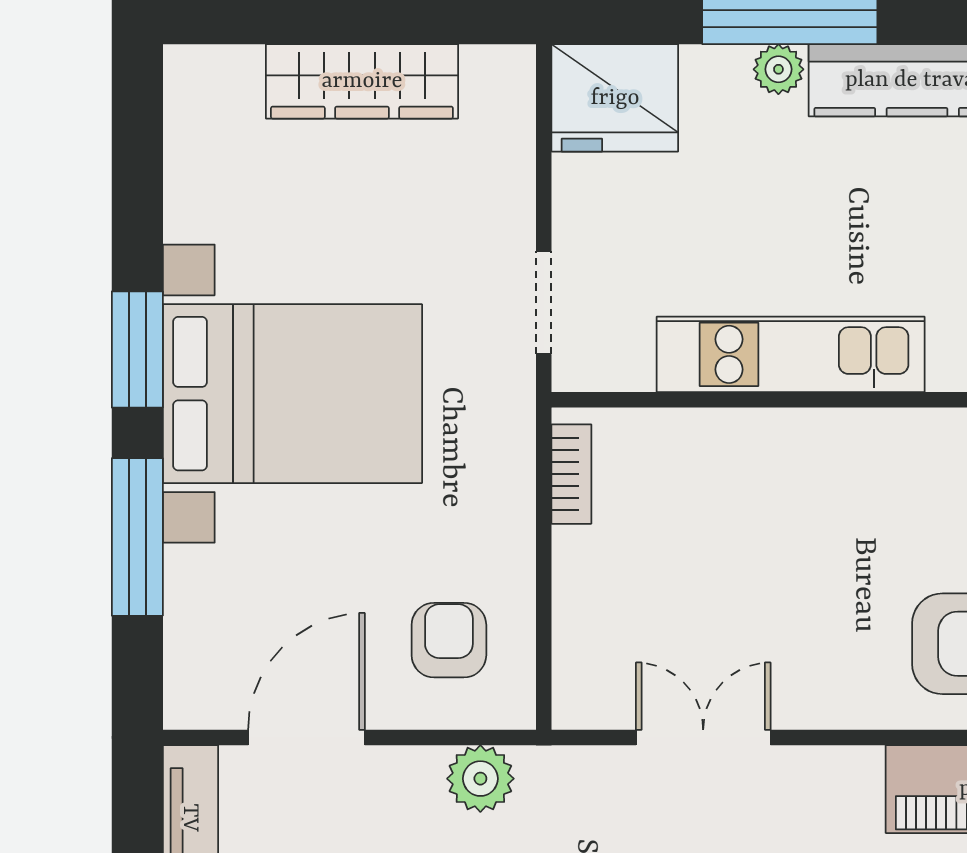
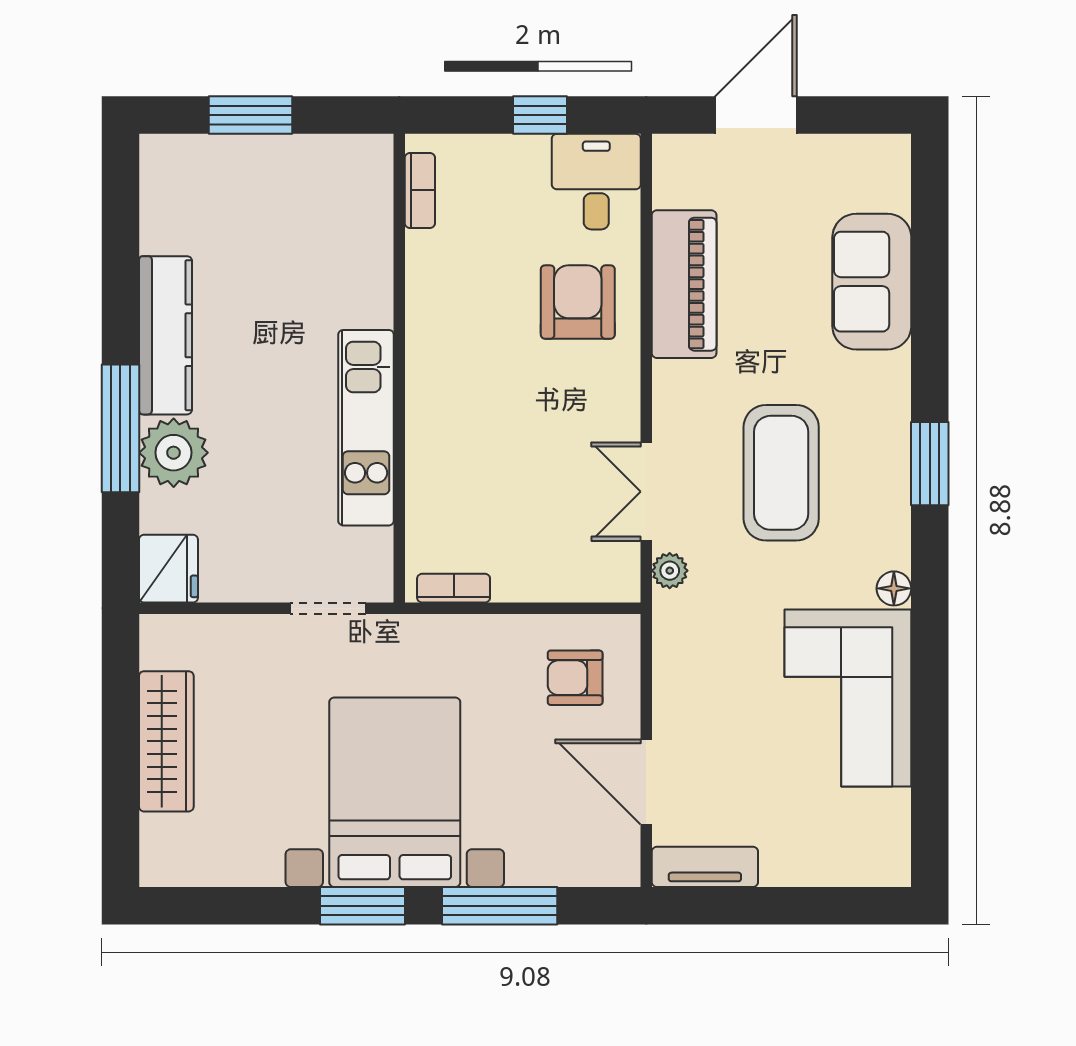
plant: (778, 69) -> (174, 453), width x1.88, depth x1.88
fridge: (615, 98) -> (168, 569), width x0.73, depth x0.75
plant: (480, 779) -> (670, 571), moved, width x0.73, depth x0.73

